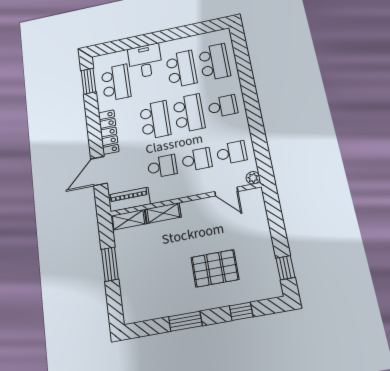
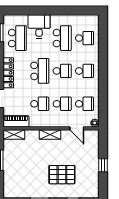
school desk: (214, 62) -> (85, 38), width x0.54
school desk: (189, 113) -> (62, 71), width x0.54
shelving: (163, 213) -> (50, 134), moved
window: (285, 268) -> (103, 165), moved

